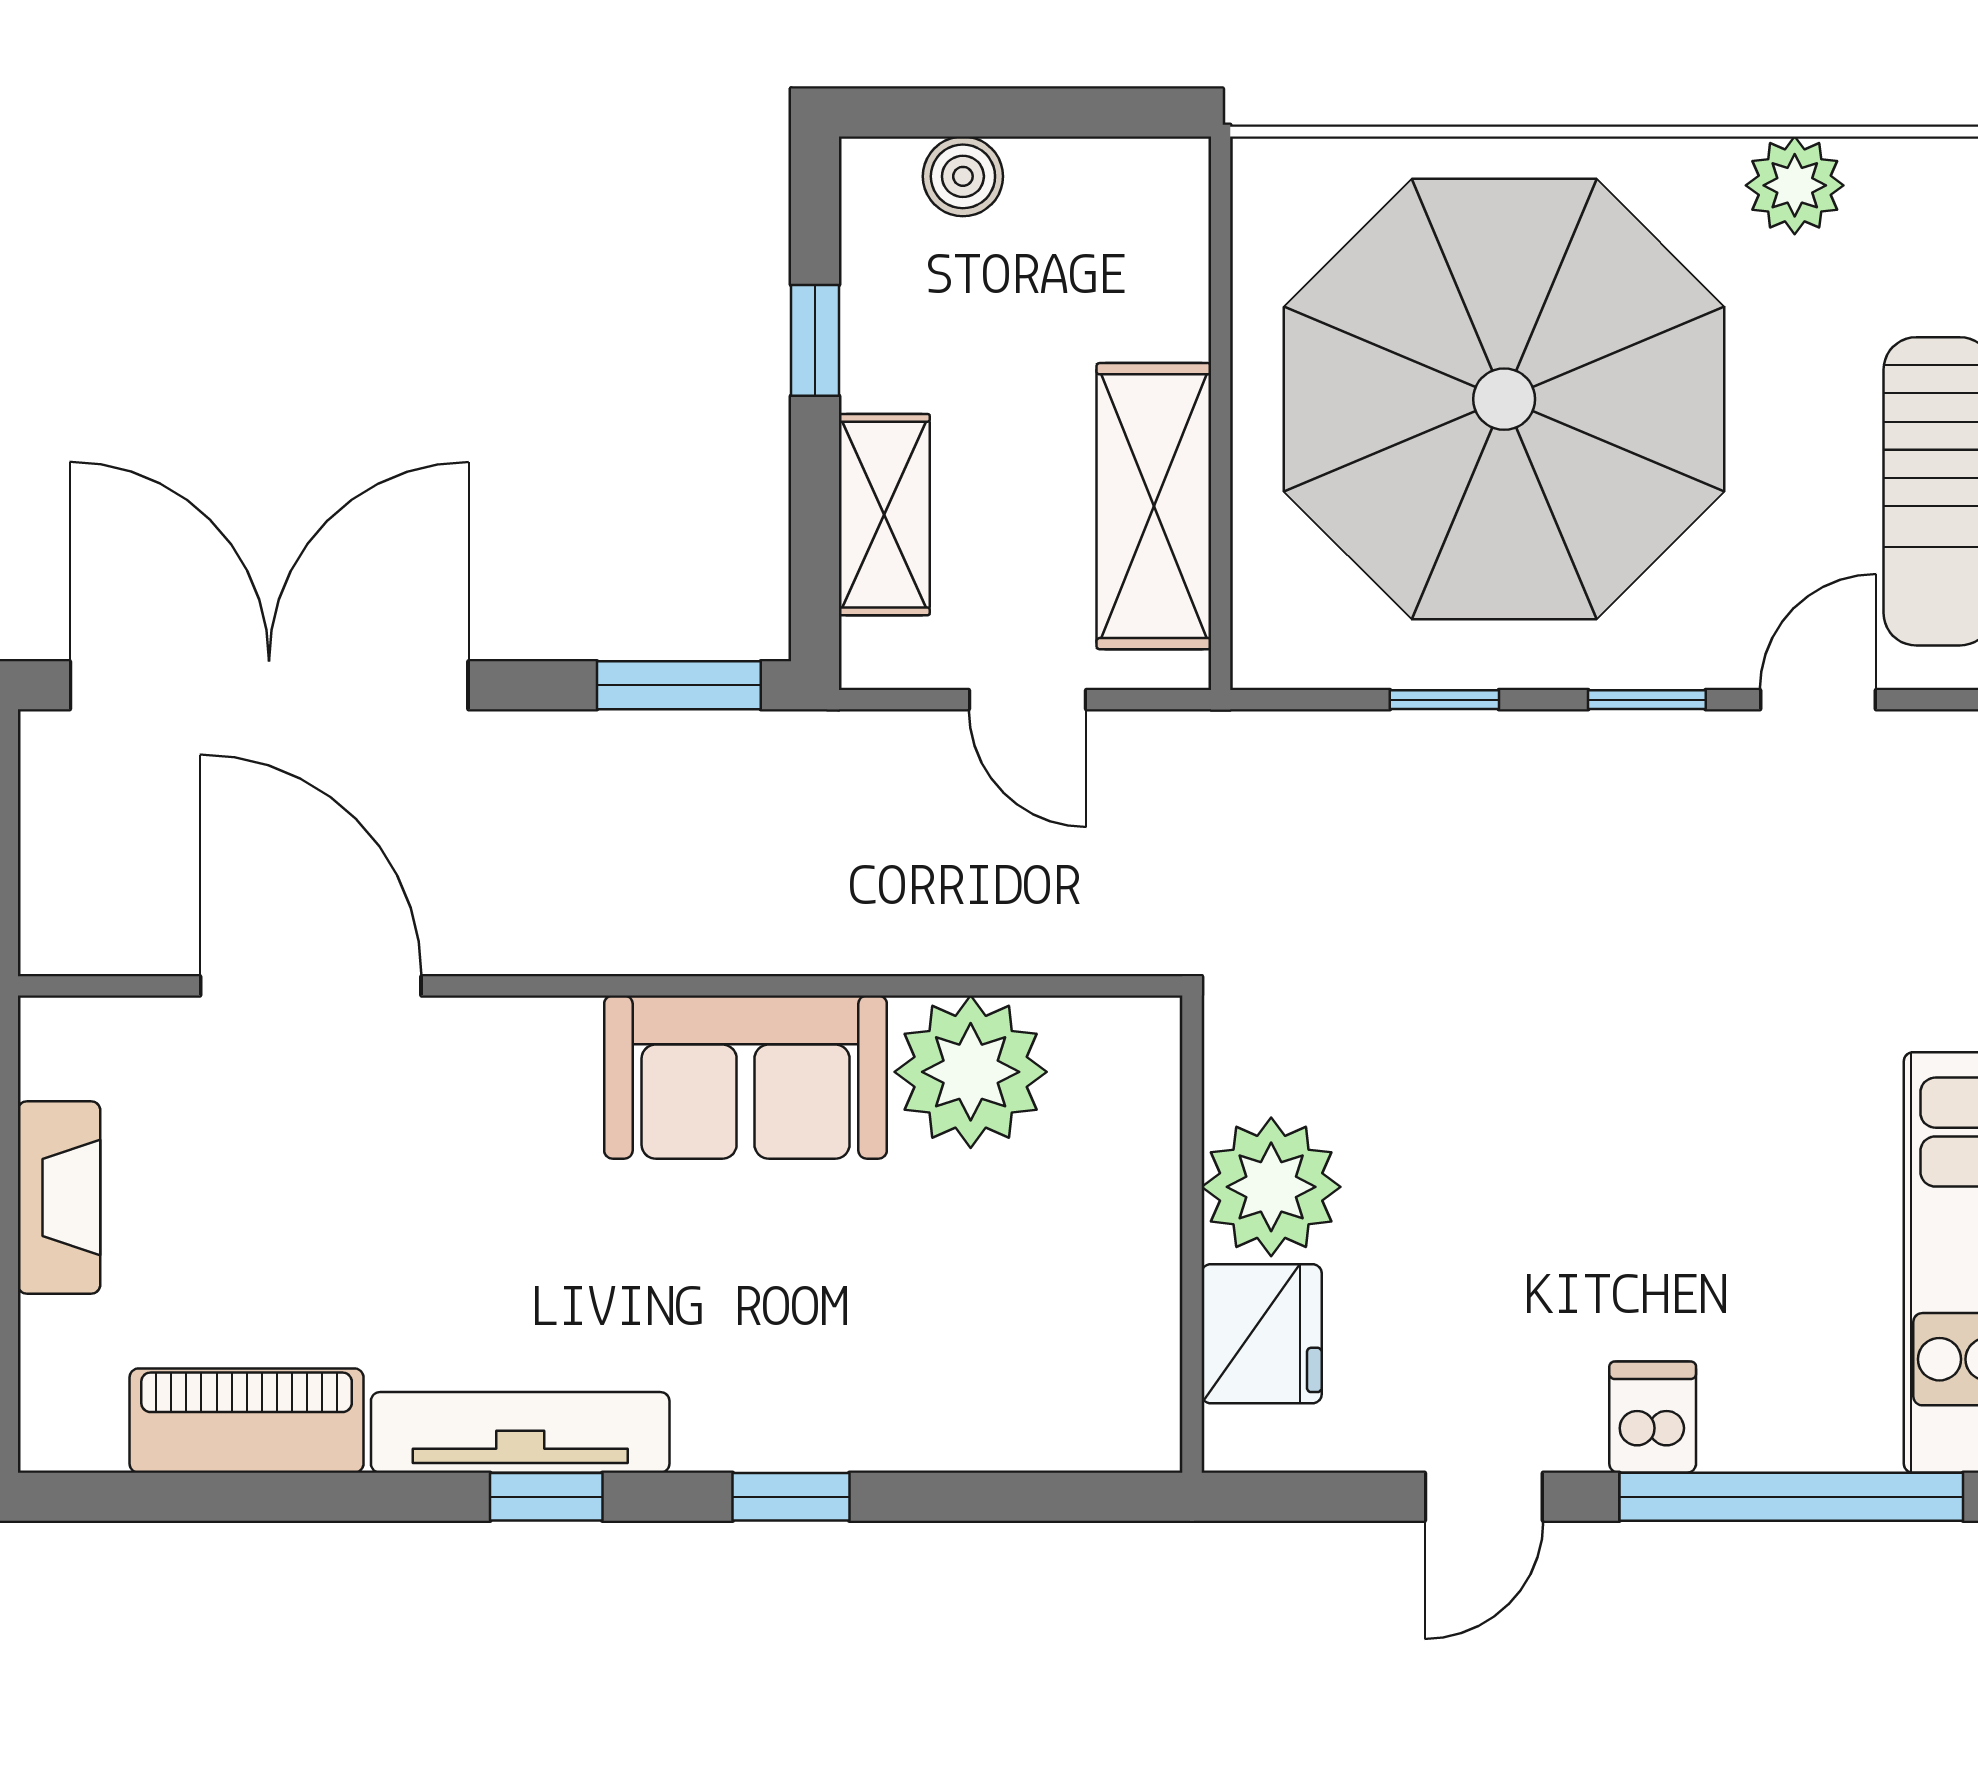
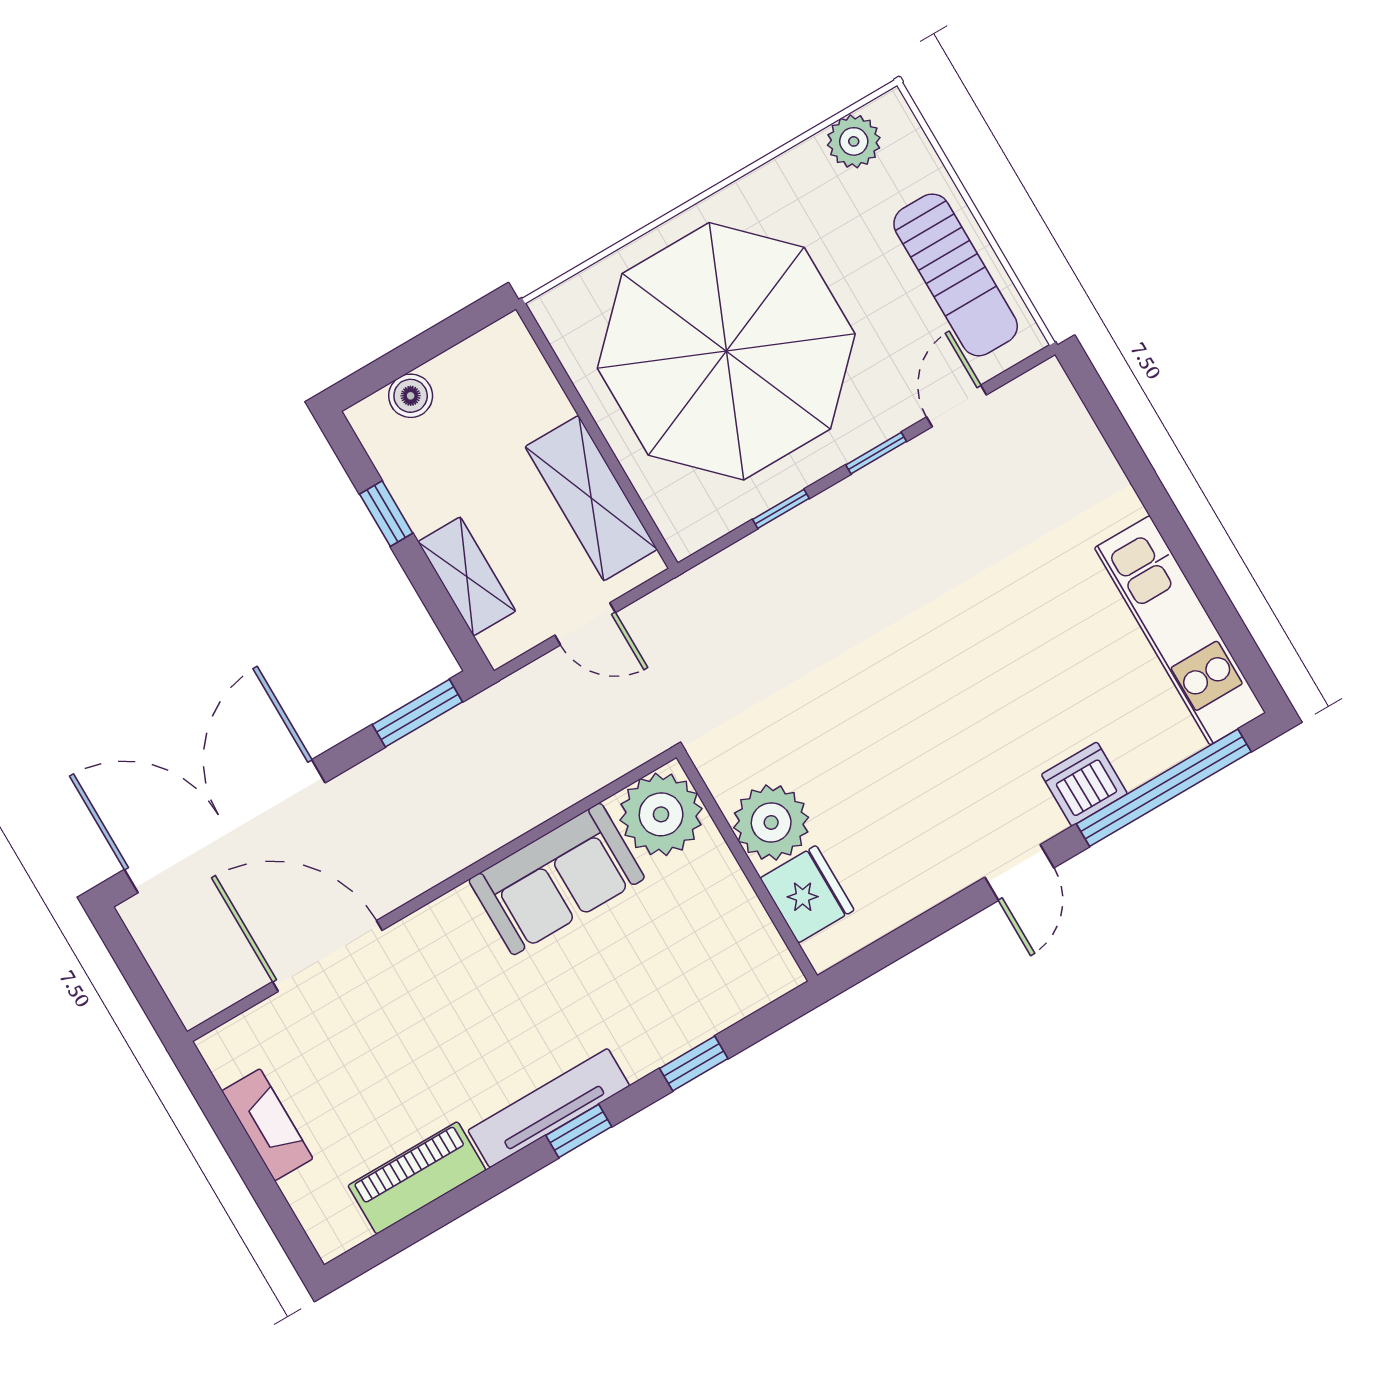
plant: (1795, 185) -> (854, 141), moved
plant: (1271, 1187) -> (771, 822), moved
wall: (1192, 1234) -> (747, 866), moved
fridge: (1262, 1334) -> (807, 894), moved
dishwasher: (1653, 1417) -> (1084, 784), width x1.38

